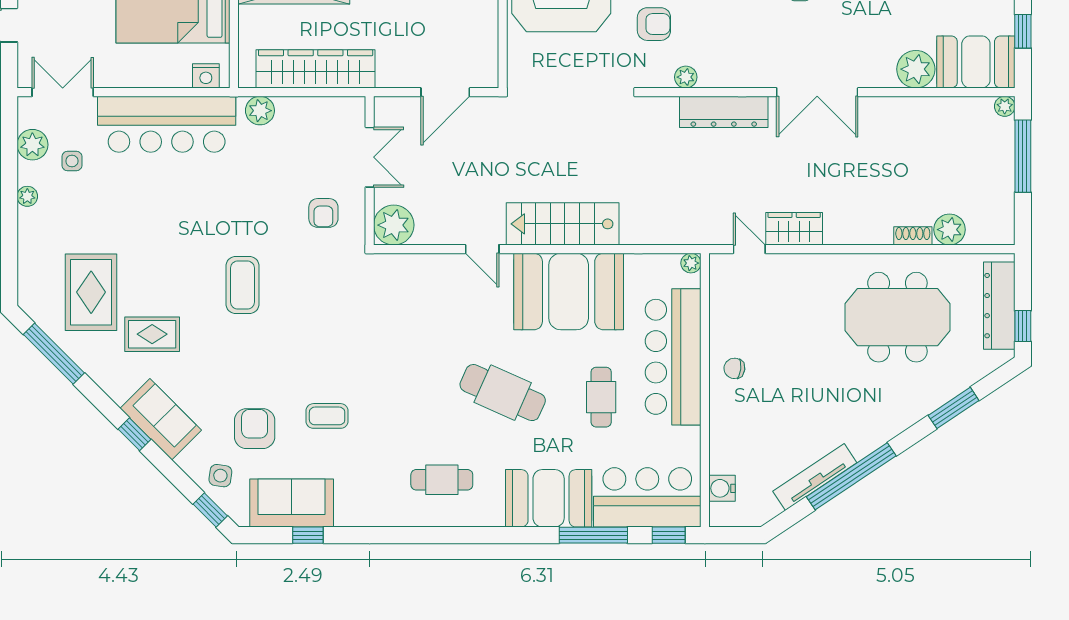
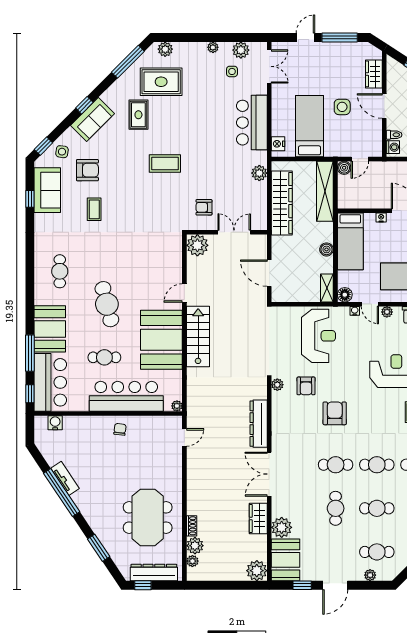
plant: (686, 77) -> (277, 385), moved
plant: (1005, 106) -> (257, 571), width x1.88, depth x1.88
bar counter: (167, 124) -> (252, 123), width x0.73
window: (1023, 156) -> (235, 585), removed
double door: (370, 157) -> (234, 232), swing flipped
wardrobe: (794, 229) -> (258, 518), moved, turned 180
plant: (978, 234) -> (192, 561), added
plant: (31, 285) -> (165, 49), added
cafe table: (503, 393) -> (107, 304), turned -38
tv unit: (815, 477) -> (65, 478), width x0.71

